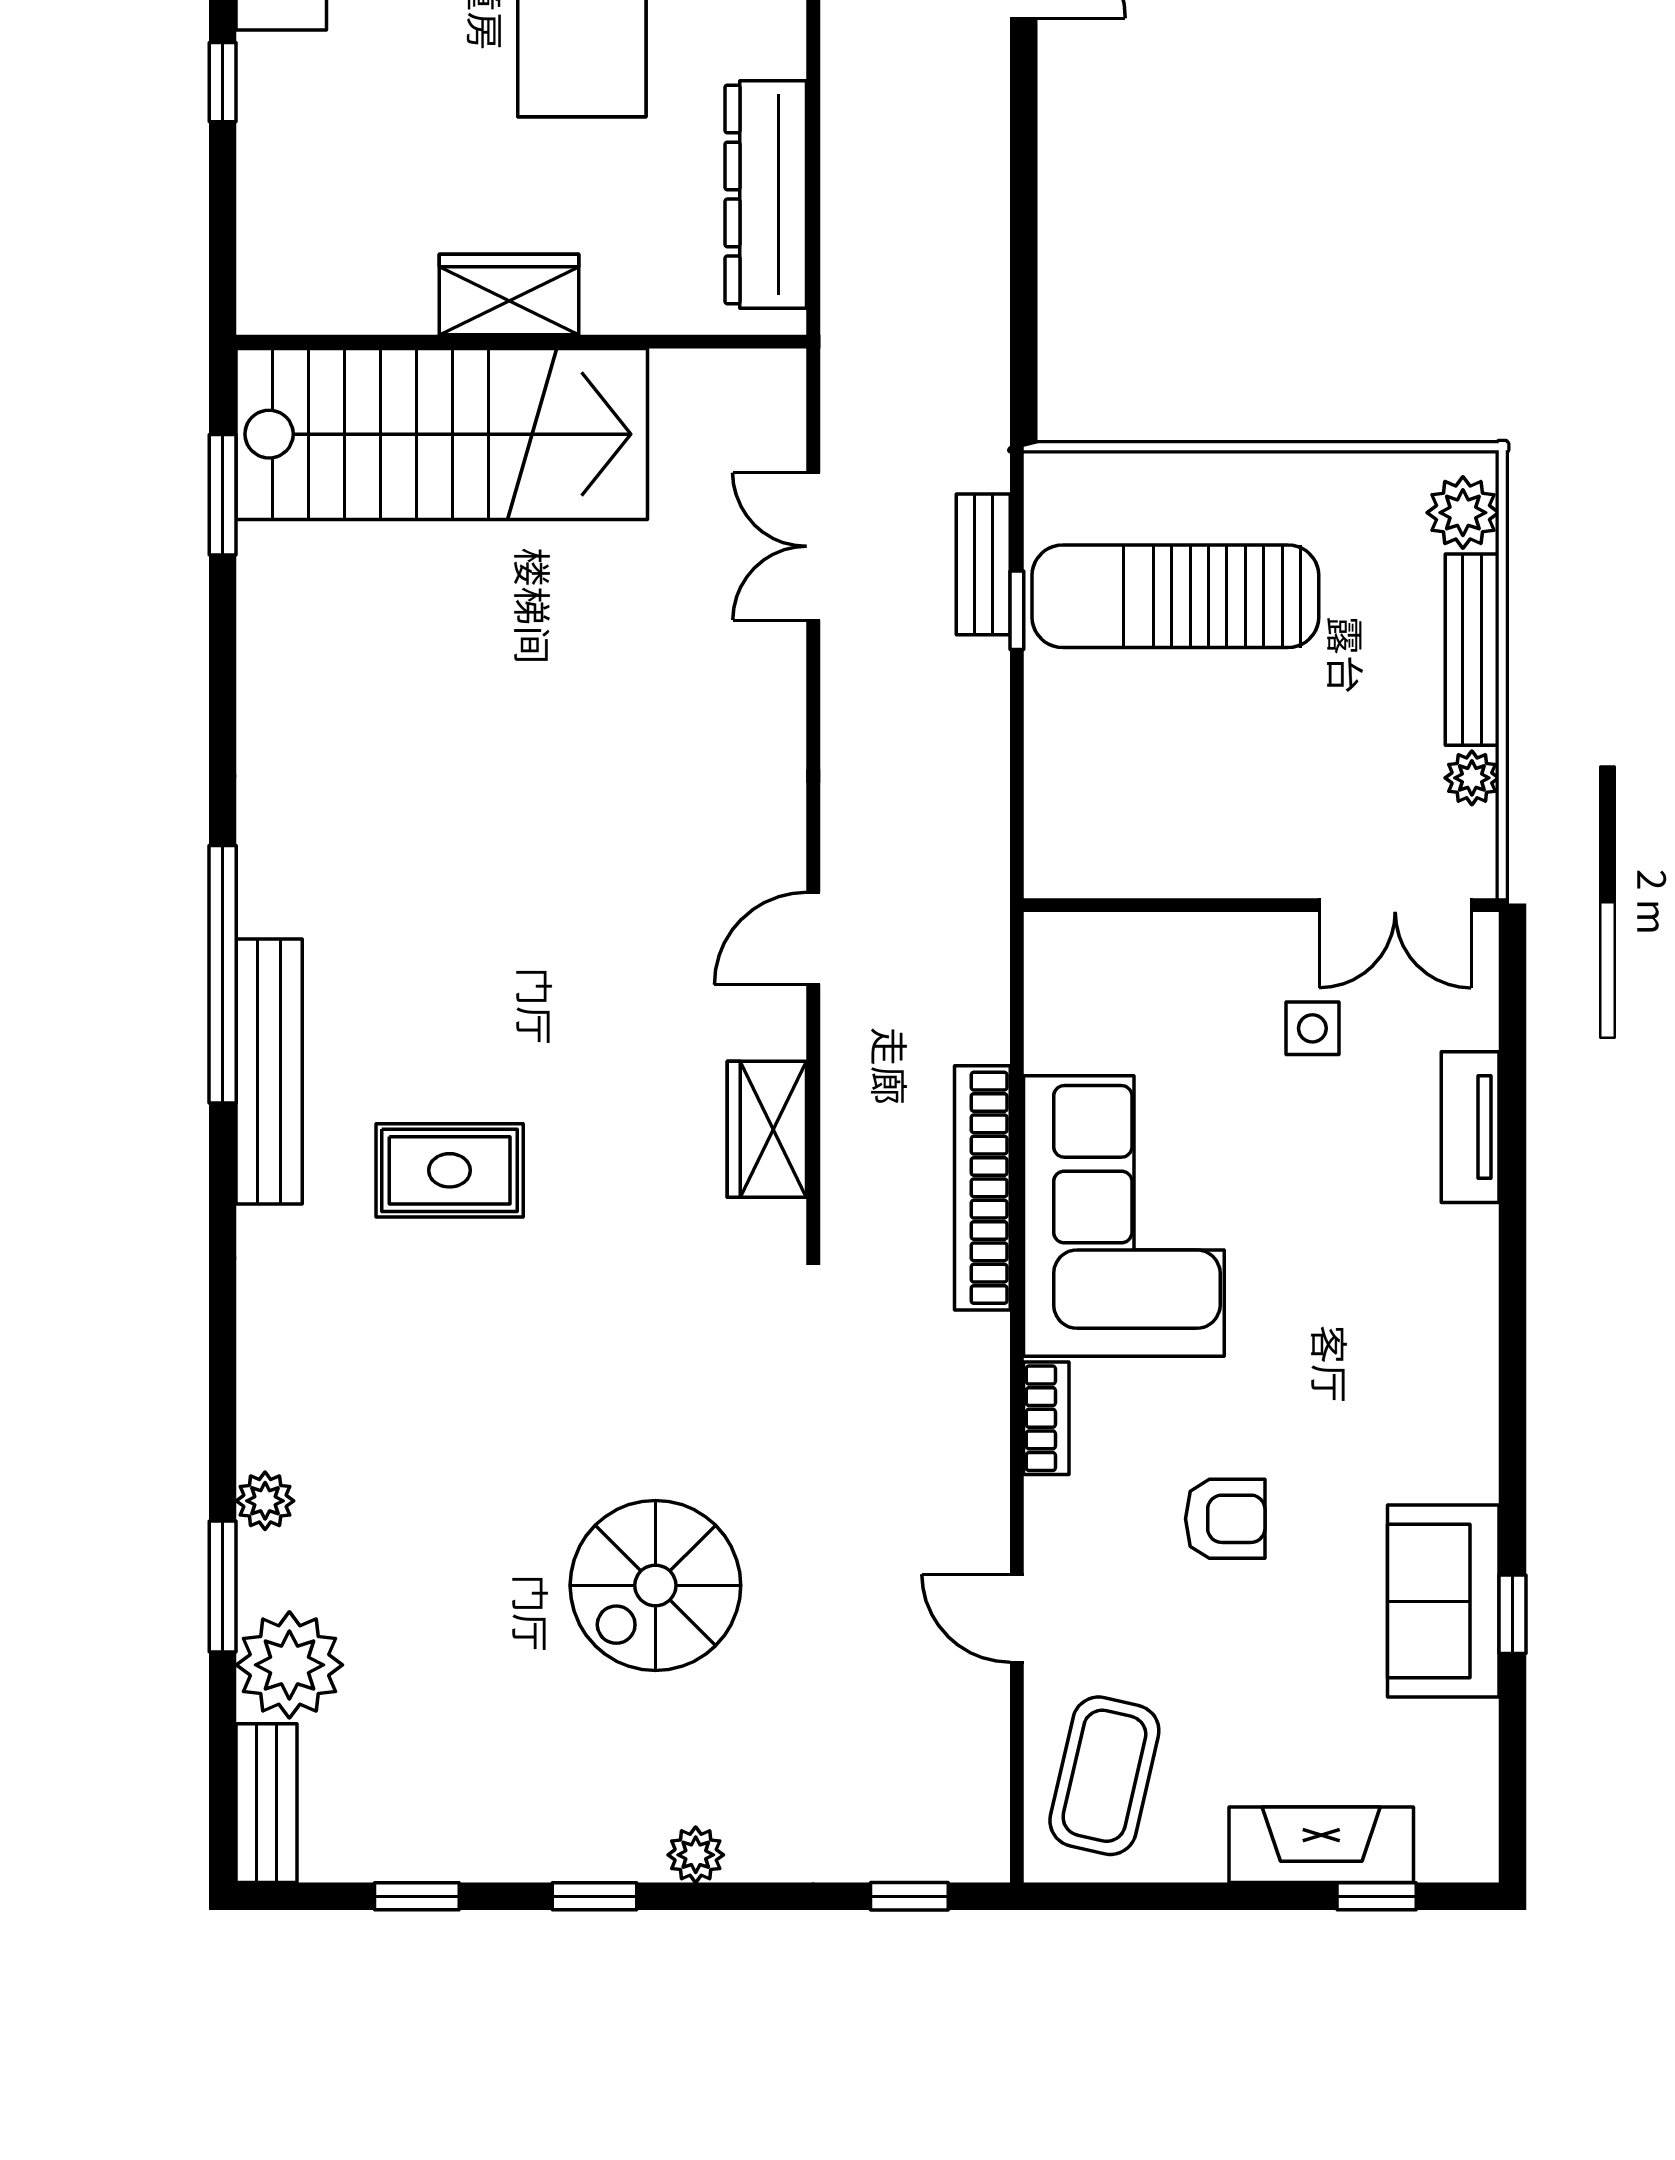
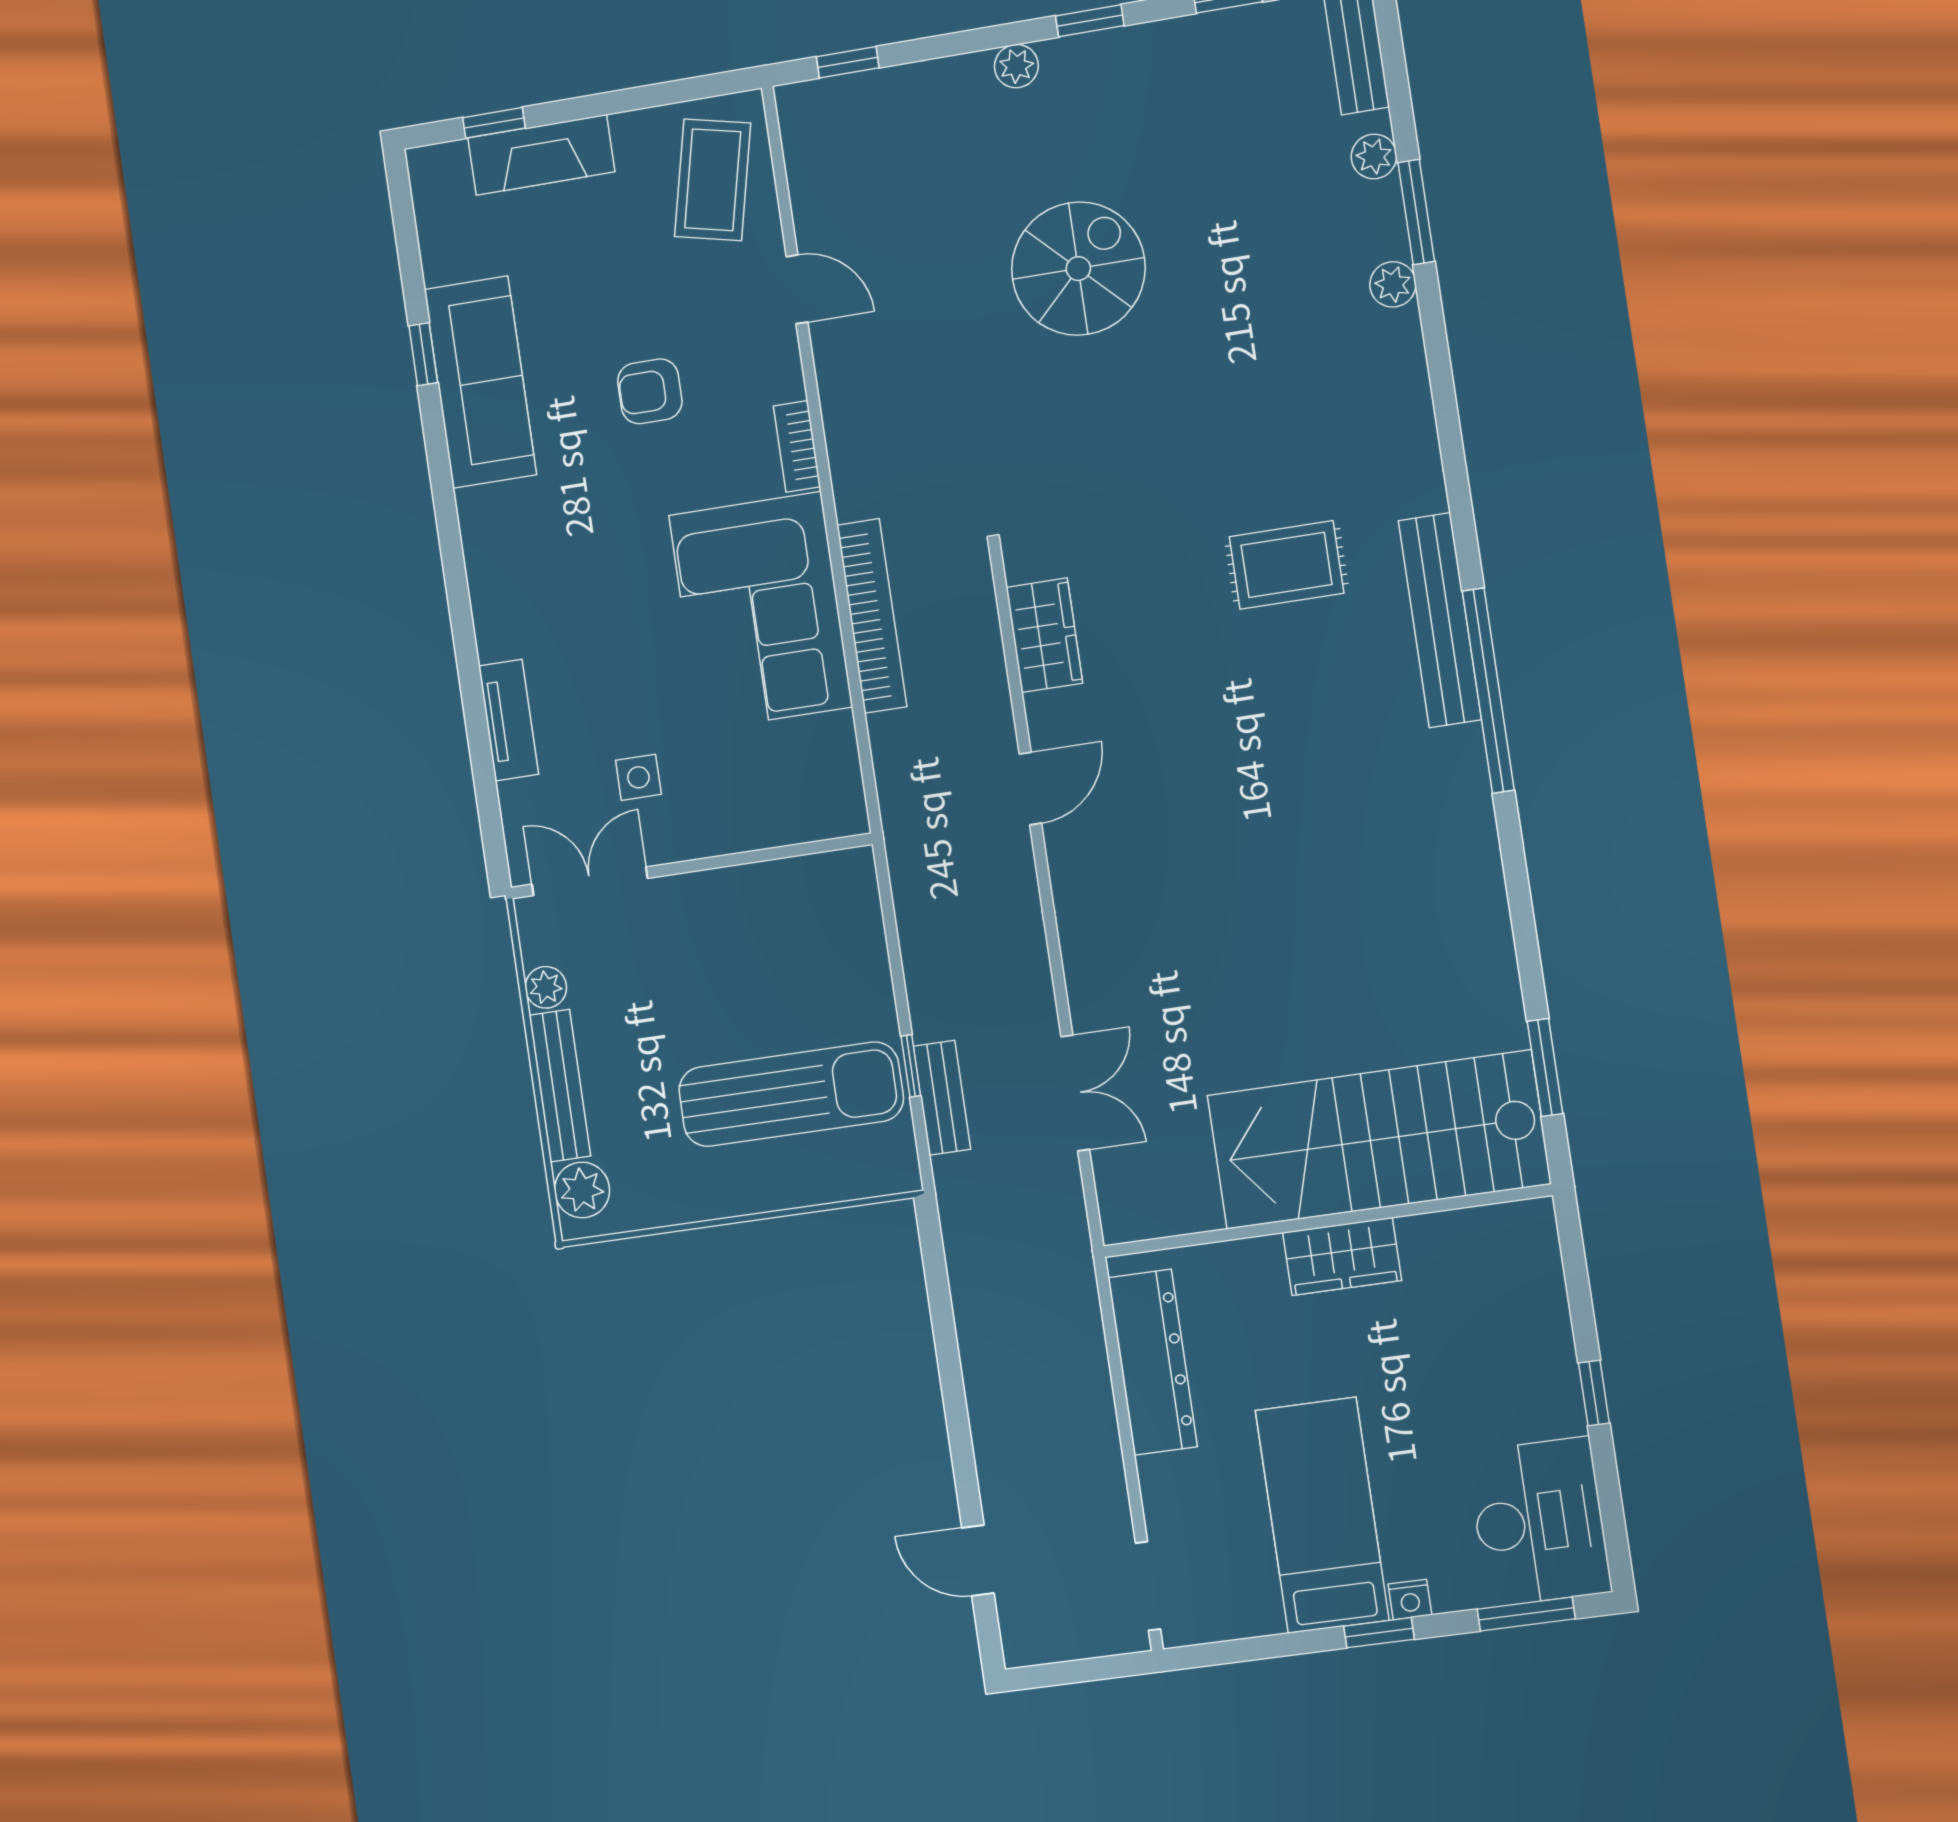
sofa: (1443, 1601) -> (480, 382), width x1.36
plant: (289, 1665) -> (1374, 156), width x0.53, depth x0.53

